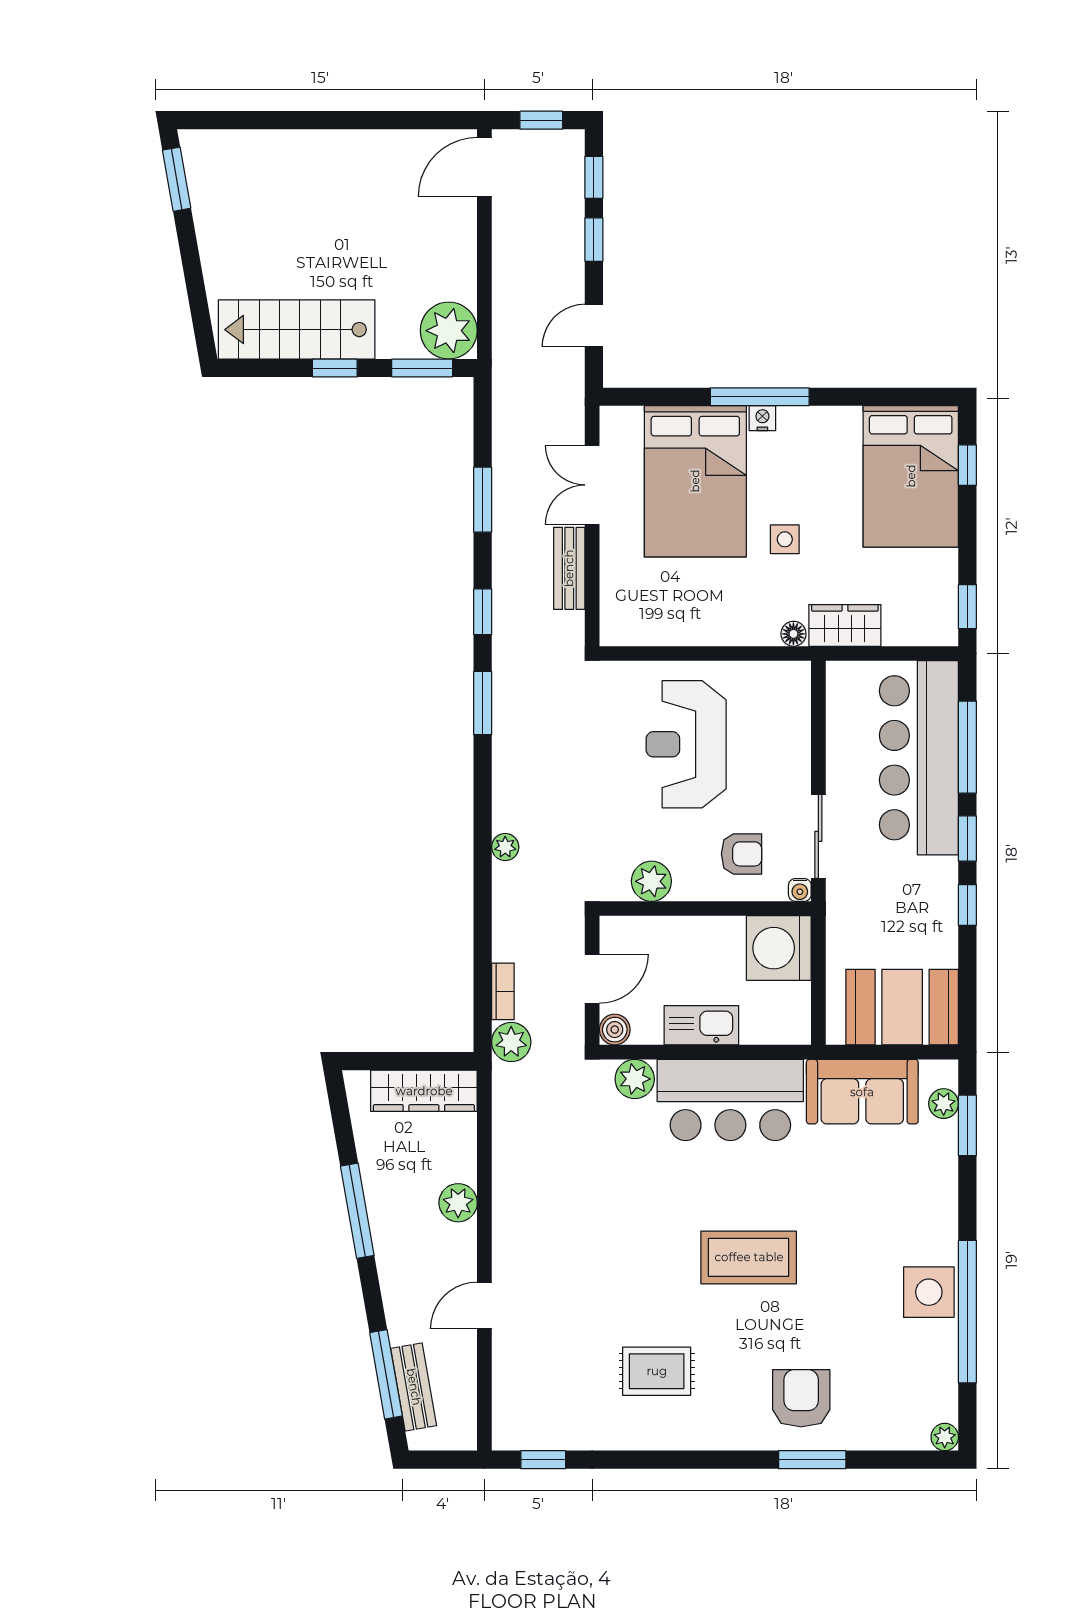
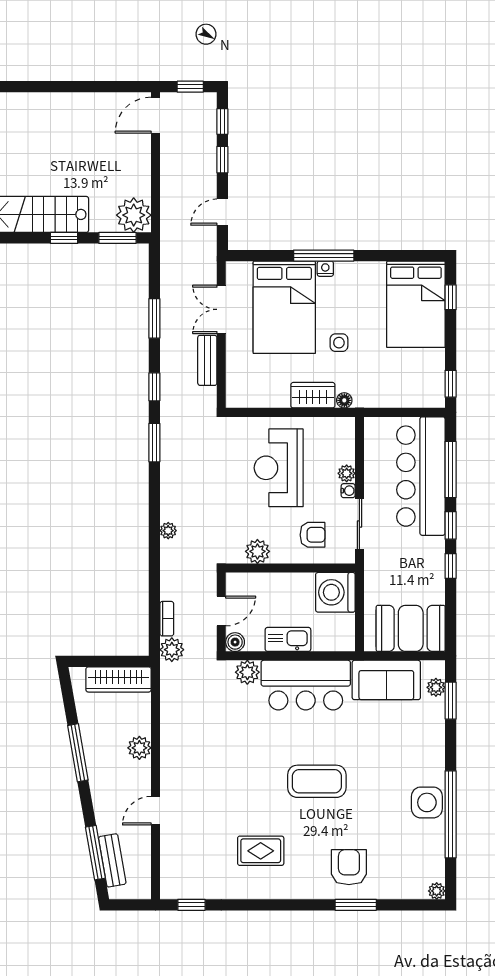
wardrobe: (845, 625) -> (313, 395), moved
plant: (797, 753) -> (347, 473), added
water cooler: (800, 890) -> (348, 491), moved, turned -90

